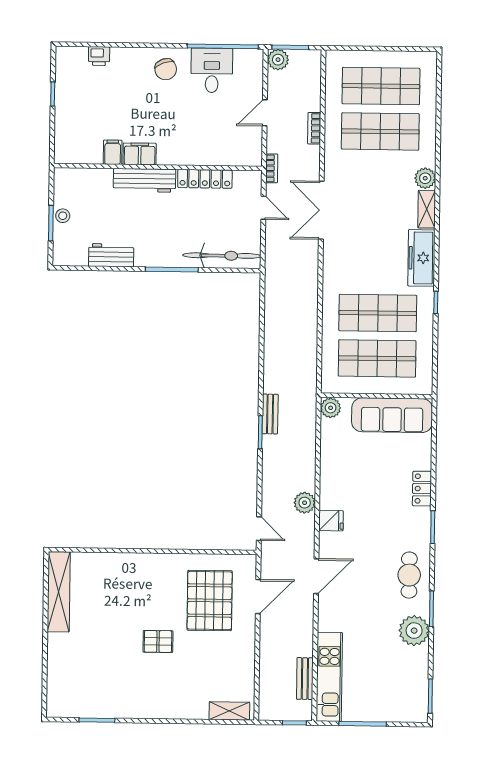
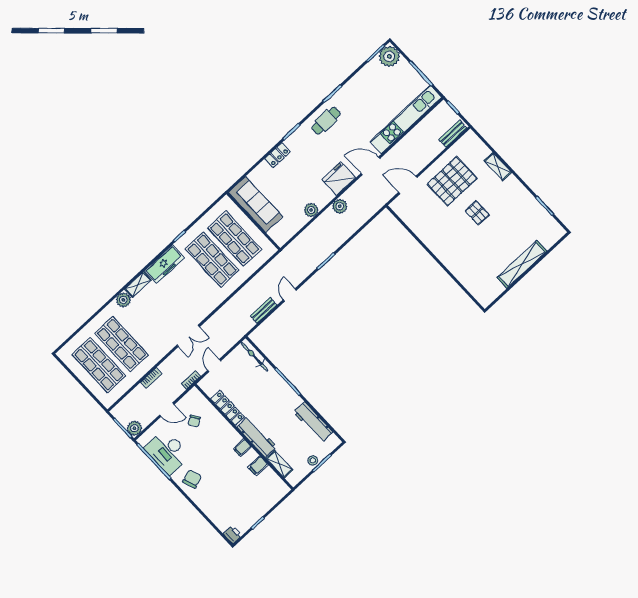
printer: (99, 56) -> (233, 535), moved
desk: (212, 70) -> (167, 452), width x1.37
chair: (225, 130) -> (194, 421), added
filing cabinet: (140, 154) -> (242, 448), width x0.50
shelving: (93, 177) -> (279, 464), added
double door: (321, 210) -> (188, 336), width x0.73
workbench: (111, 255) -> (313, 422), width x1.37
bicycle: (222, 256) -> (254, 357), width x0.73, depth x0.71
plant: (331, 408) -> (311, 210), moved
bench: (270, 414) -> (264, 310), moved
fridge: (331, 521) -> (339, 179), width x1.88, depth x1.34
door: (259, 529) -> (290, 295), moved
shelving: (59, 592) -> (522, 264), moved
pallet: (210, 600) -> (452, 181), moved
plant: (414, 631) -> (389, 56), moved
kitchen unit: (329, 677) -> (406, 119), width x1.36
bench: (305, 679) -> (453, 134), moved
shelving: (229, 711) -> (498, 167), moved

